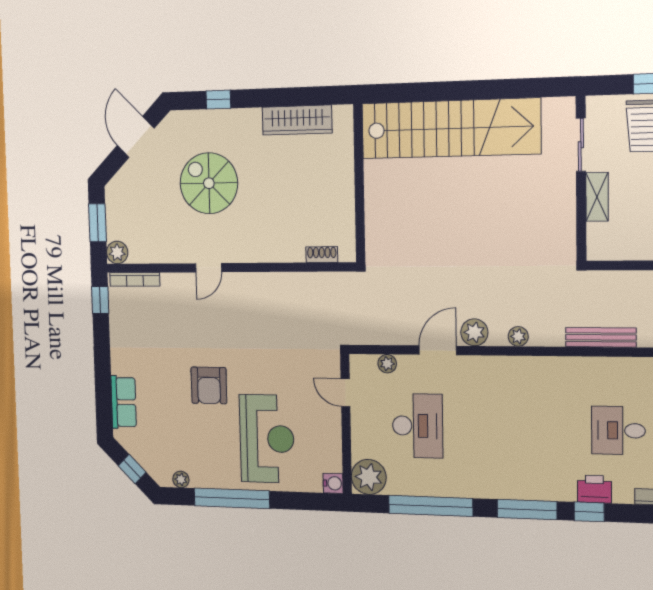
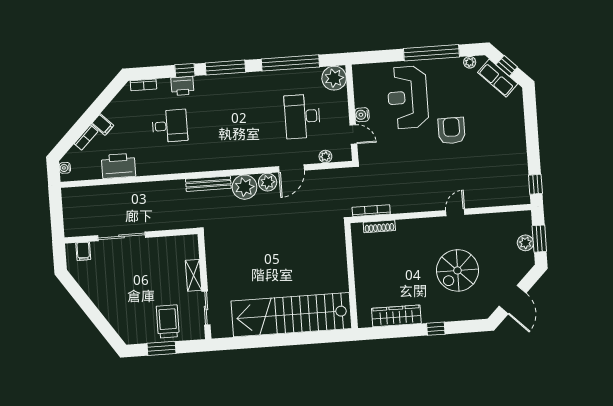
window: (218, 100) -> (436, 329), moved
spiral stairs: (209, 183) -> (457, 270), turned 90
plant: (117, 252) -> (525, 243), moved
shoe rack: (322, 255) -> (379, 226), width x1.43
bookcase: (135, 279) -> (371, 211), moved
plant: (518, 336) -> (245, 187), width x1.87, depth x1.87
bench: (601, 337) -> (208, 184), moved
row of seats: (124, 402) -> (498, 78), moved, turned -45
water cooler: (333, 483) -> (362, 115), moved

